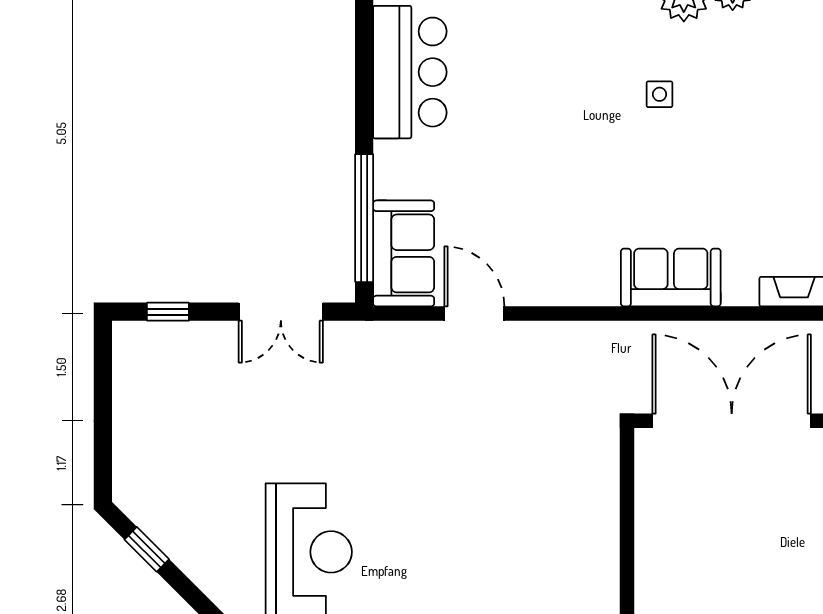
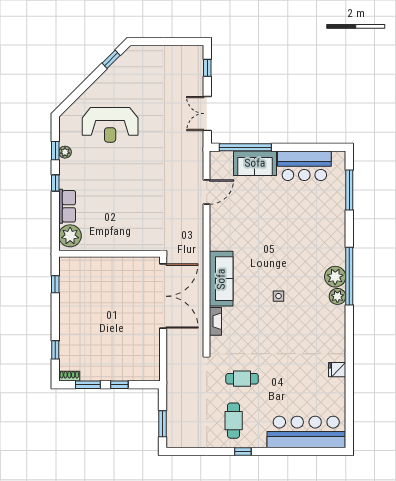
side table: (660, 94) -> (279, 296), moved
sofa: (404, 253) -> (255, 163), moved
sofa: (671, 277) -> (221, 279), width x1.36

